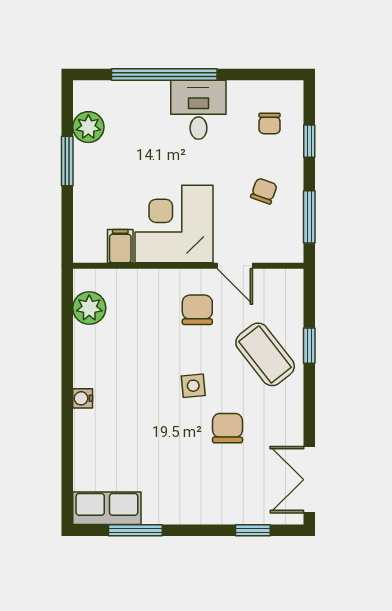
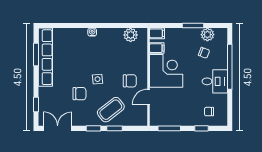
chair: (264, 191) -> (204, 53), moved
filing cabinet: (86, 246) -> (157, 33), added
window: (309, 395) -> (94, 128), added
row of seats: (107, 508) -> (45, 57), width x2.02

